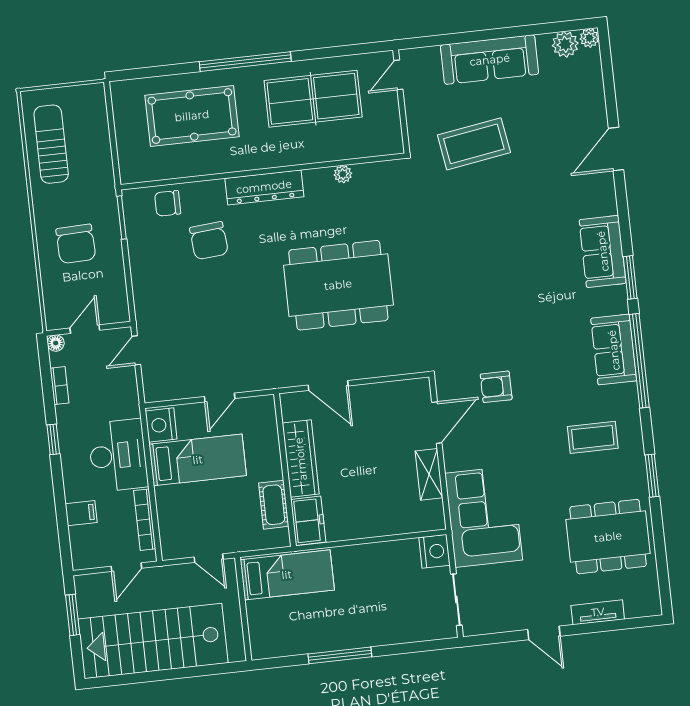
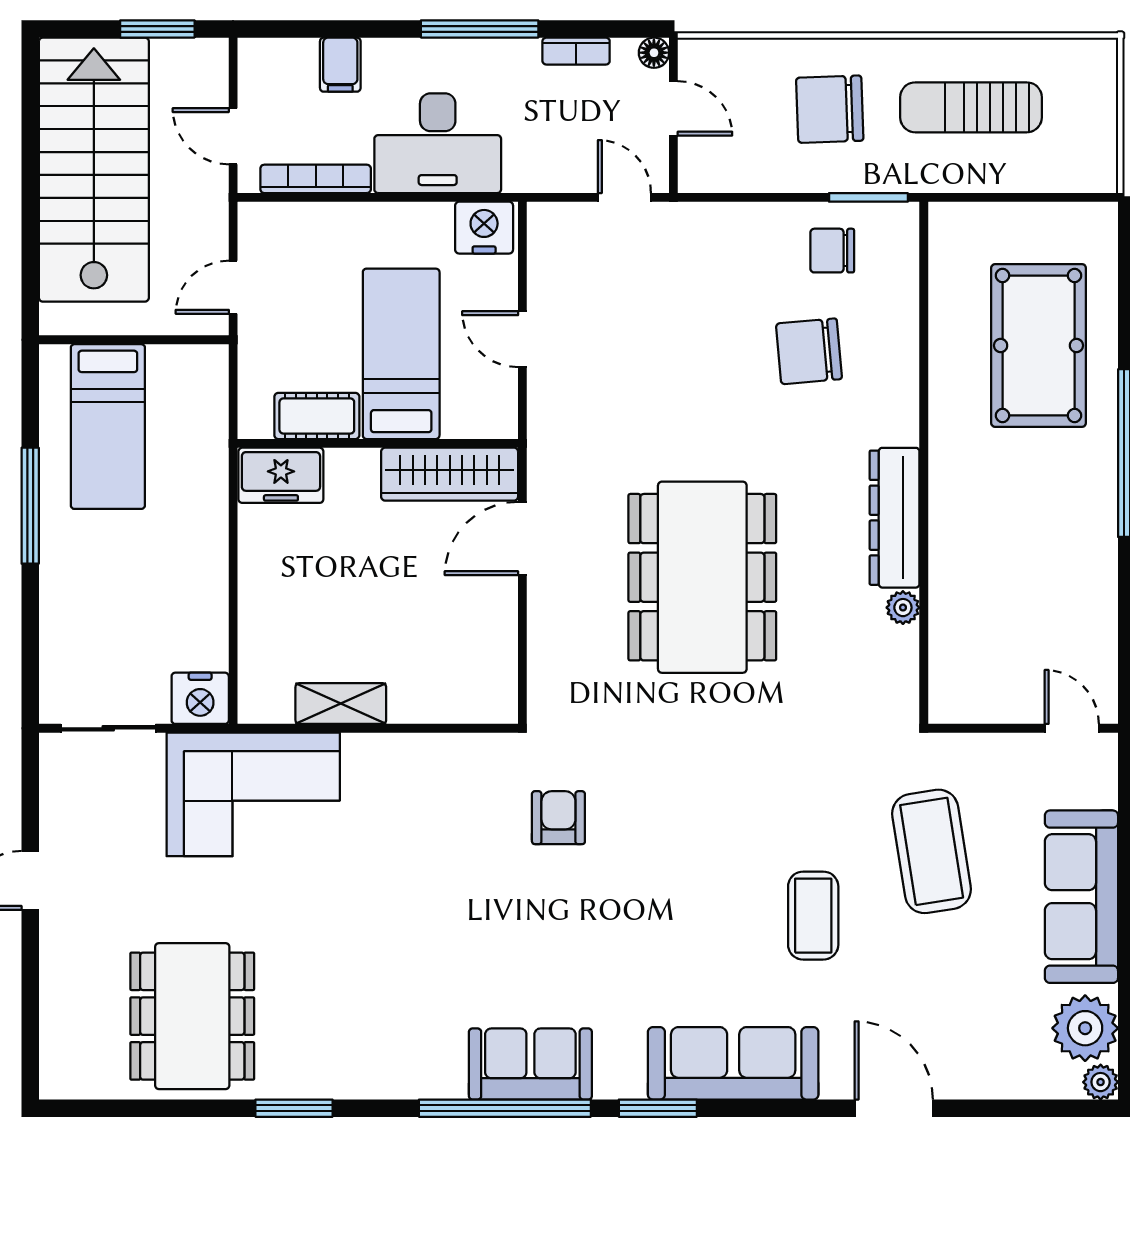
plant: (565, 44) -> (1085, 1028), width x1.36, depth x1.36
table tennis table: (313, 99) -> (1046, 569), removed
sun lounger: (51, 144) -> (971, 107), moved, turned 180
dresser: (264, 187) -> (895, 518), moved
chair: (168, 203) -> (832, 251), moved, turned -90
sofa: (603, 251) -> (733, 1063), width x1.36
armchair: (496, 387) -> (558, 818), moved
door: (437, 423) -> (433, 728), removed
coffee table: (593, 437) -> (813, 916), moved
window: (53, 439) -> (480, 29), width x2.17
wardrobe: (301, 459) -> (450, 474), moved
bed: (198, 460) -> (401, 354), moved, turned 180
bed: (287, 575) -> (108, 427), moved
tv unit: (598, 612) -> (57, 982), removed

